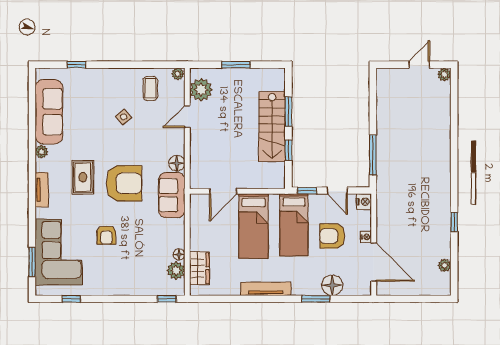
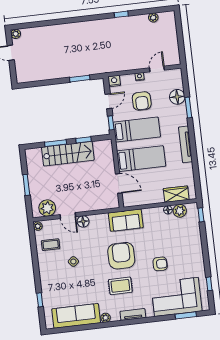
window: (373, 155) -> (80, 79), width x0.69
floor lamp: (177, 163) -> (83, 221), moved
door: (374, 262) -> (157, 69), width x0.53

